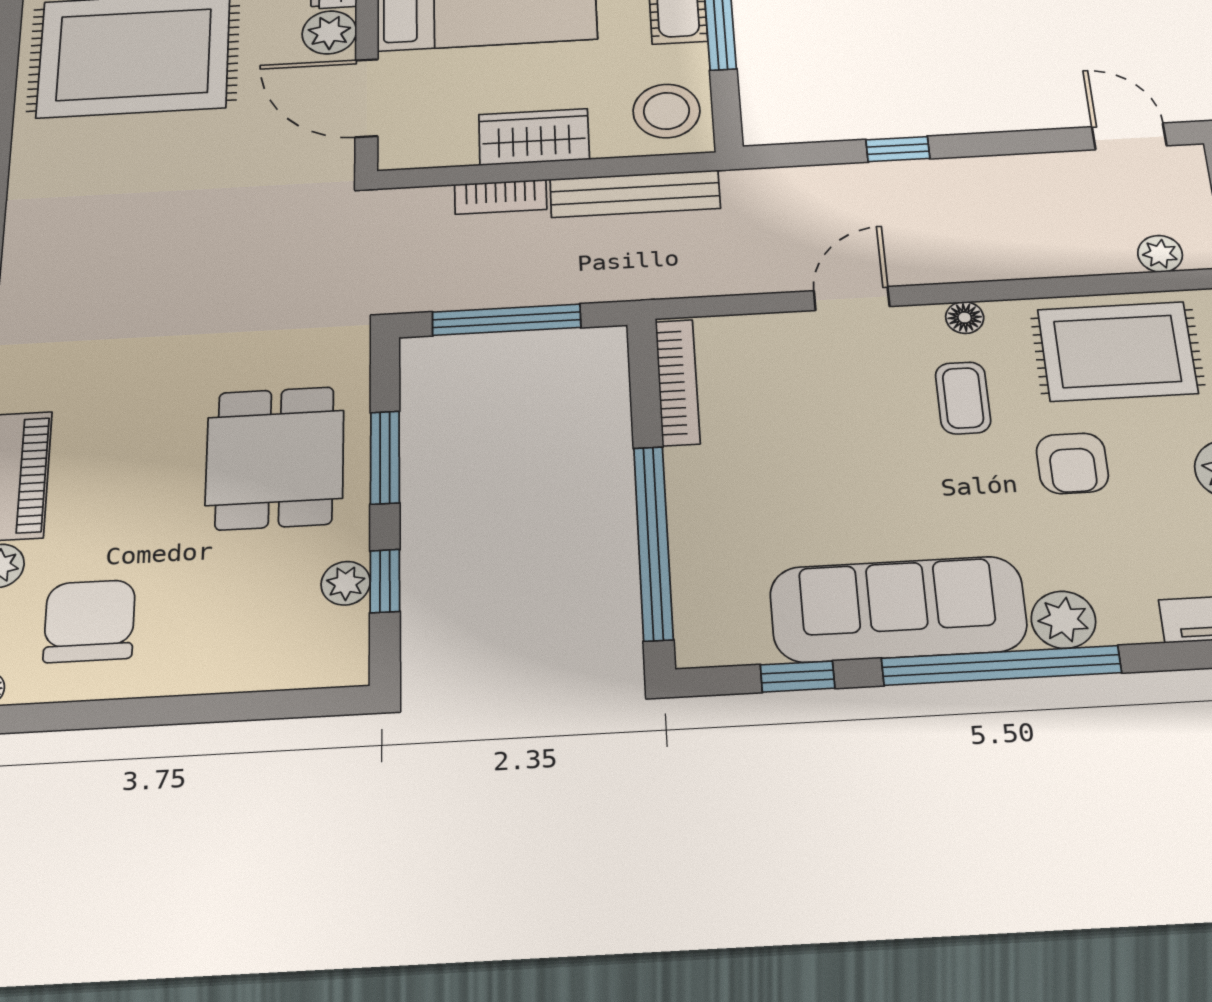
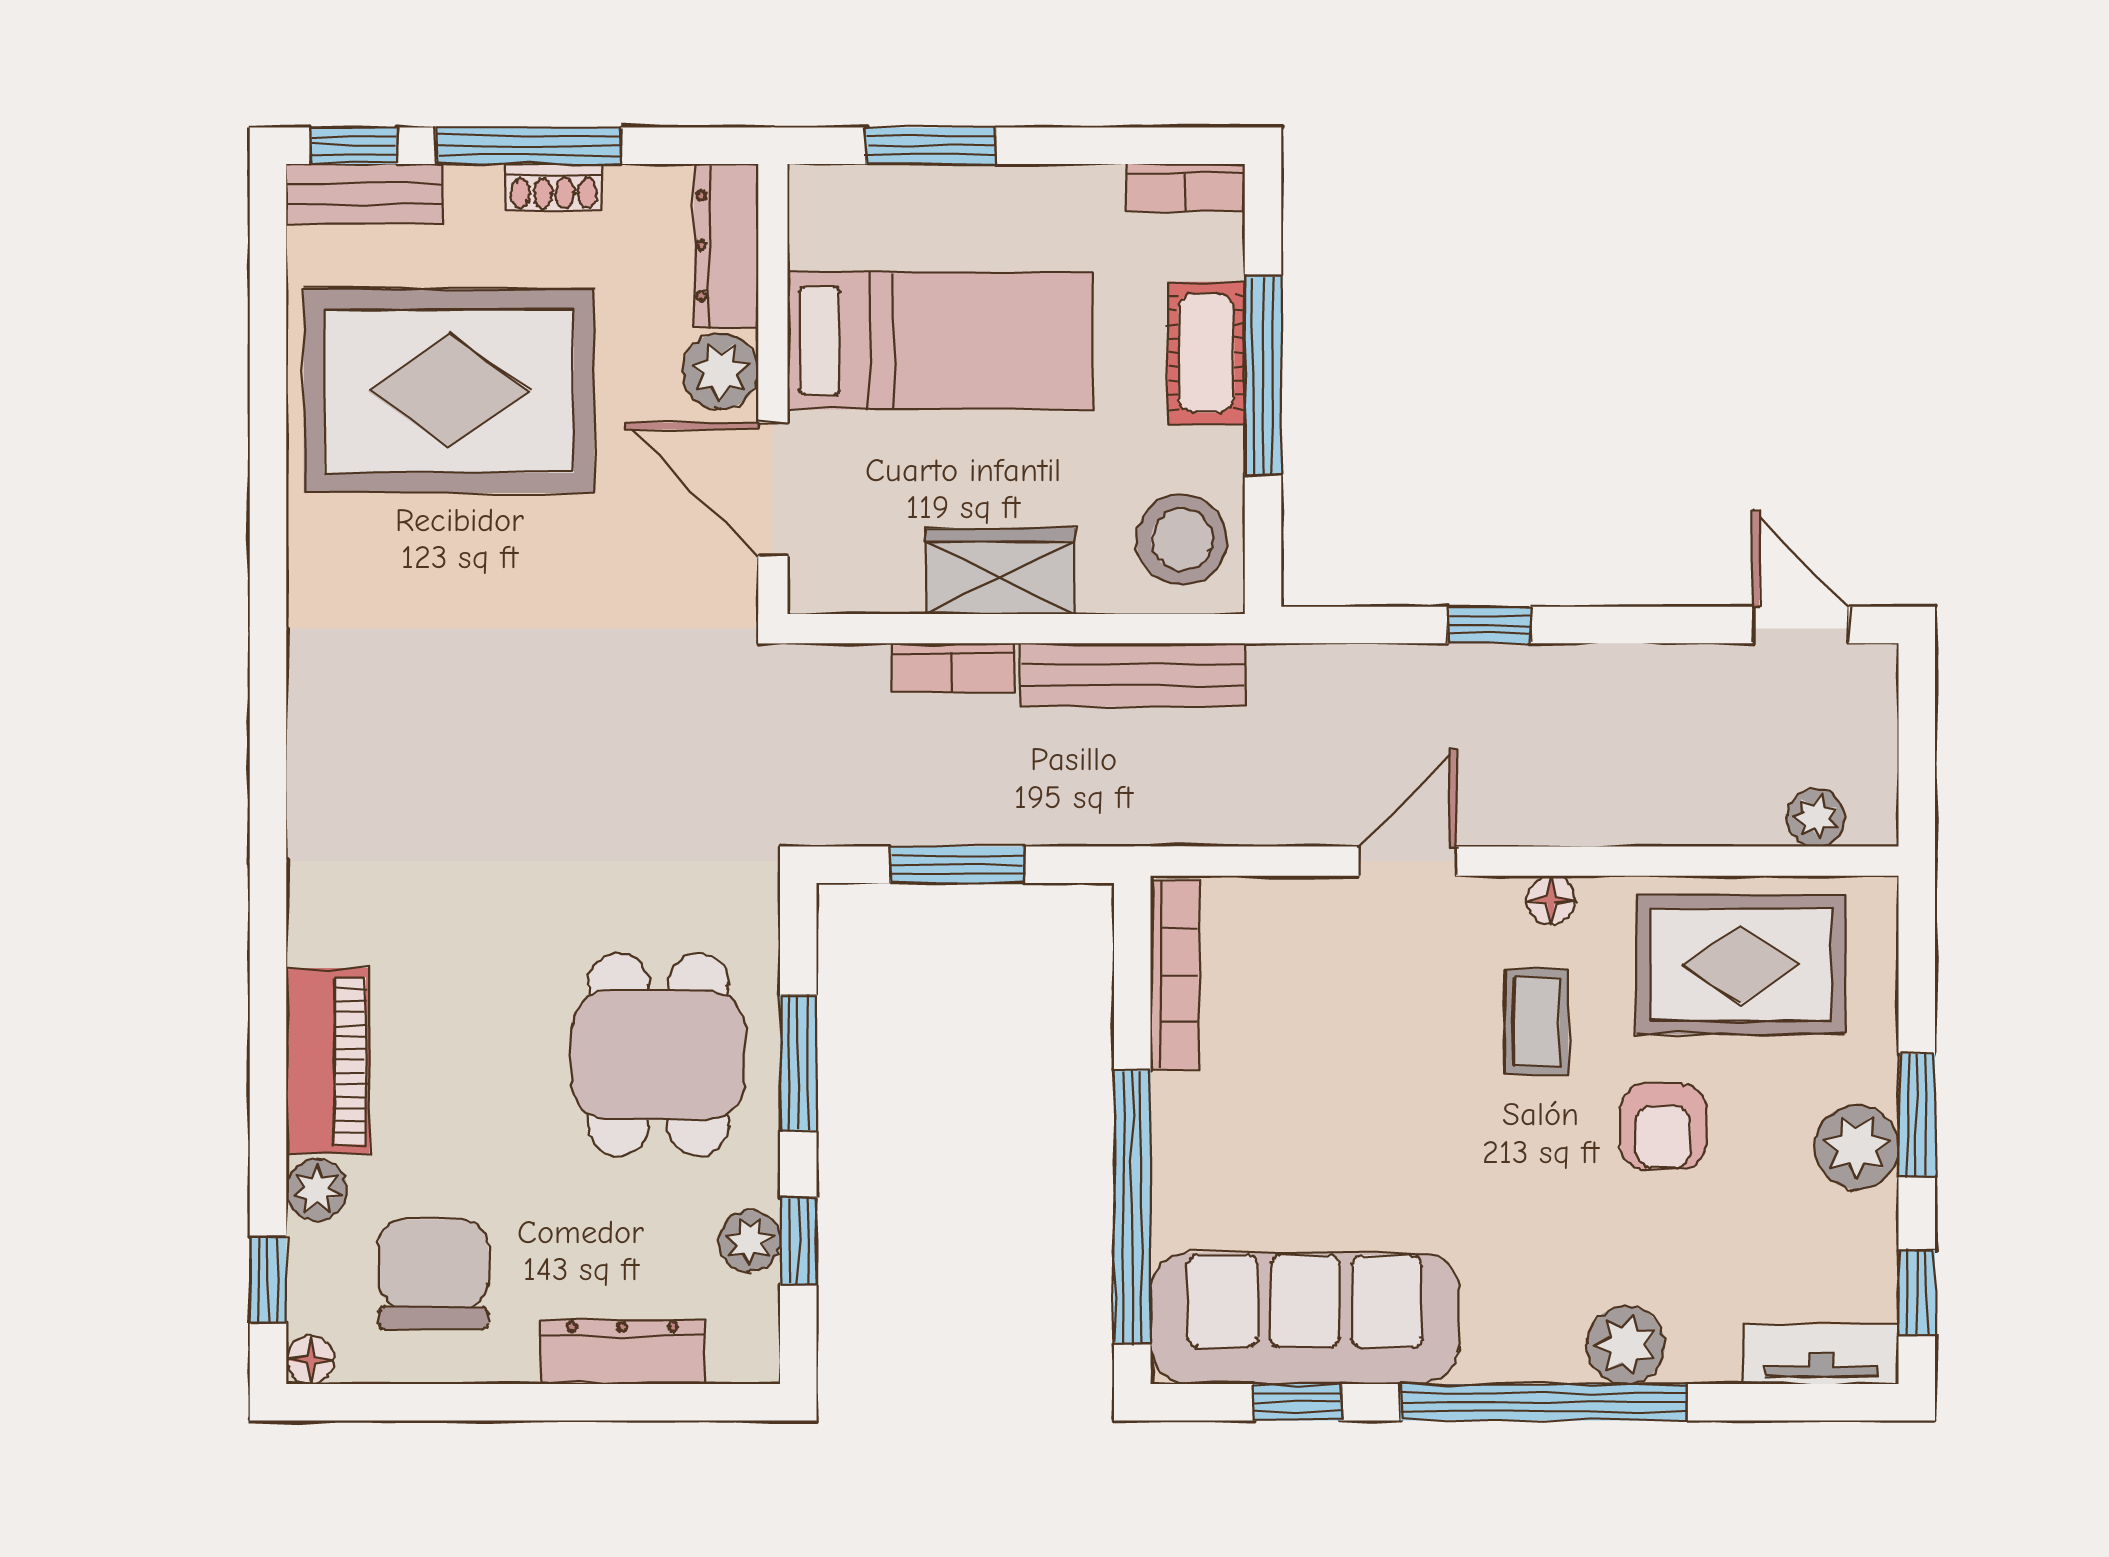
window: (507, 320) -> (957, 865), width x0.69
sofa: (898, 609) -> (1305, 1318), moved
dresser: (241, 669) -> (622, 1352), added

